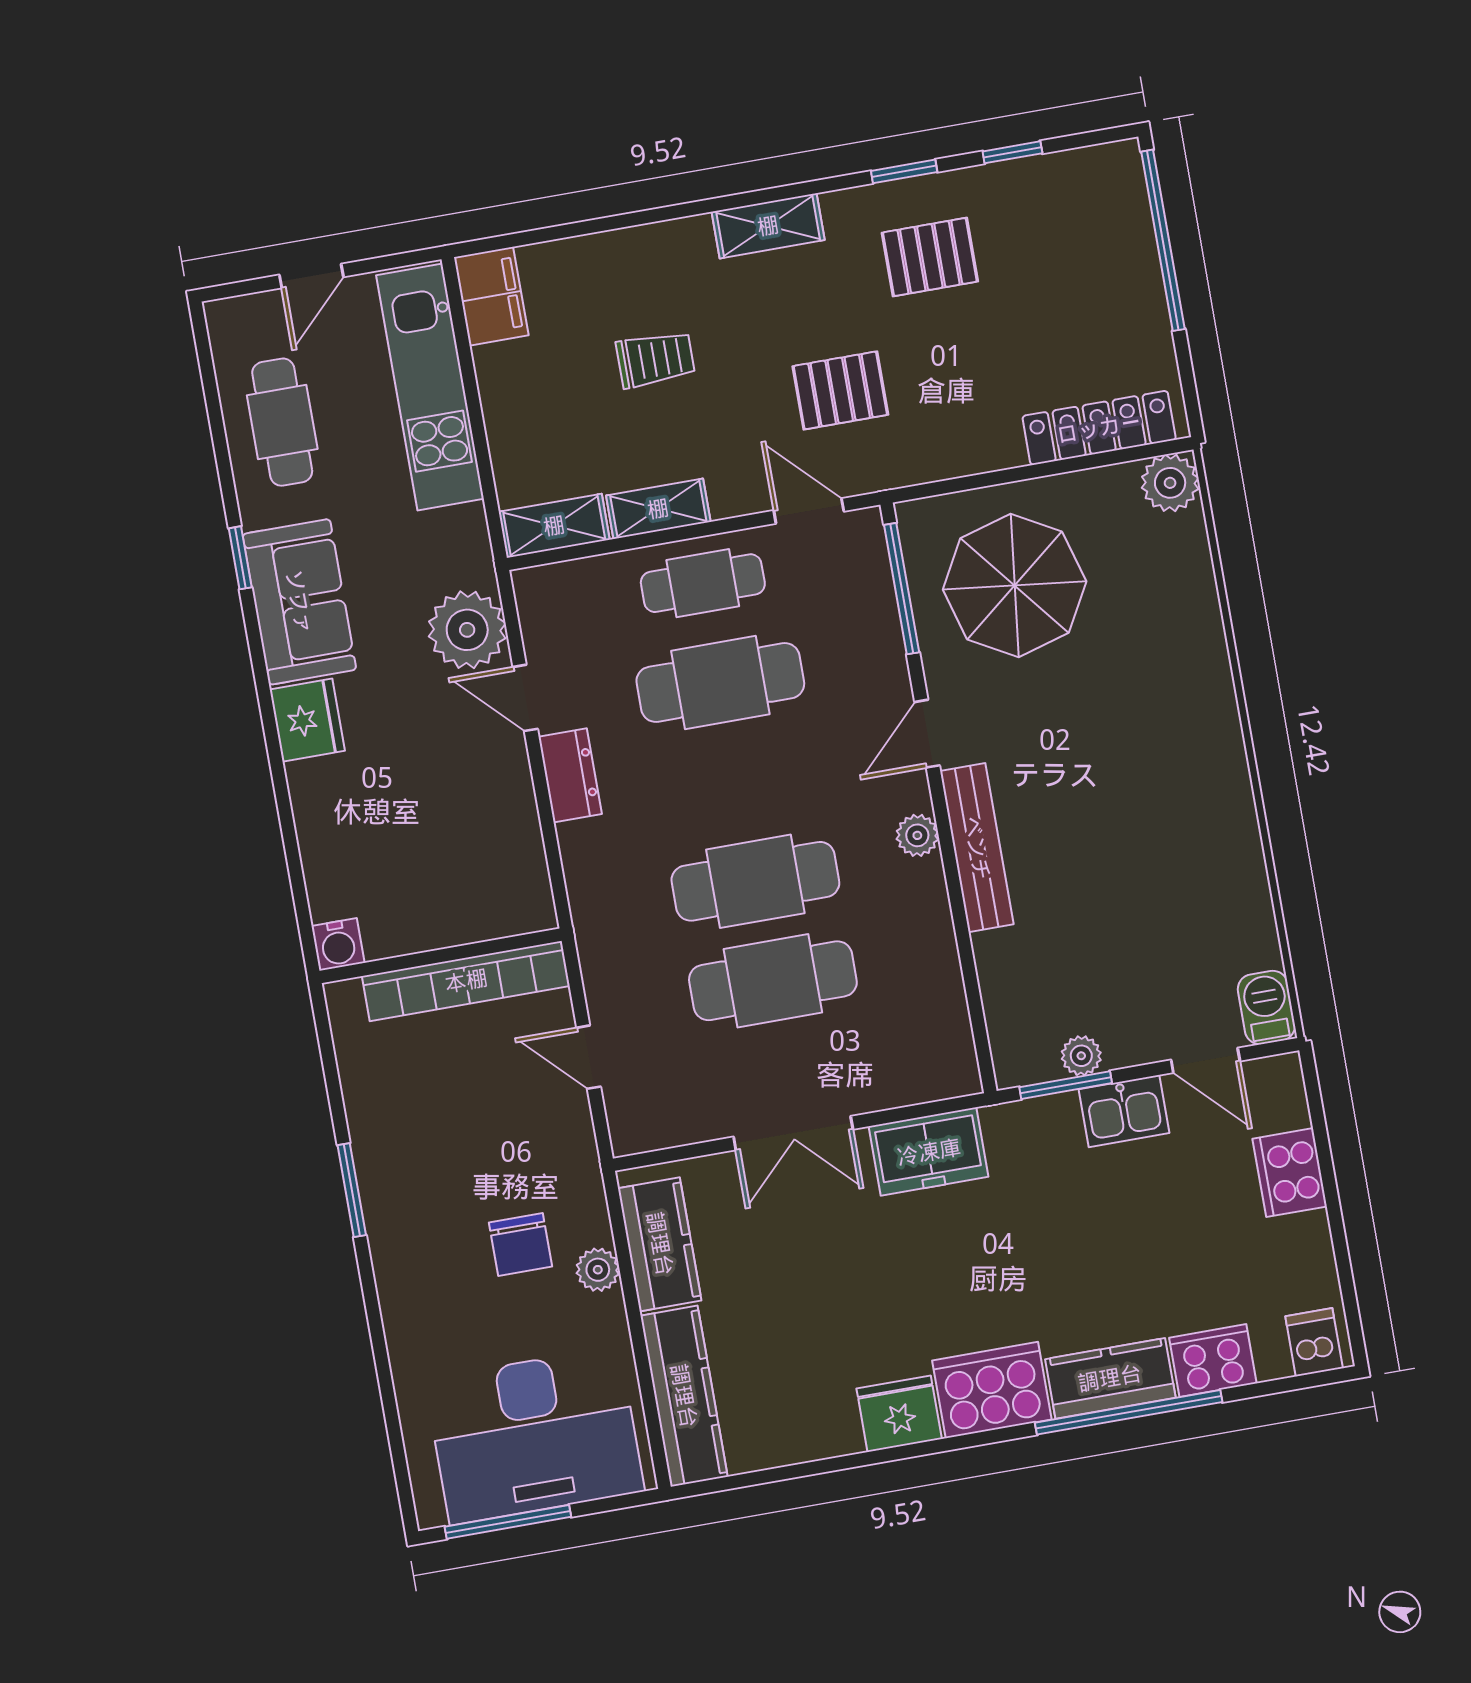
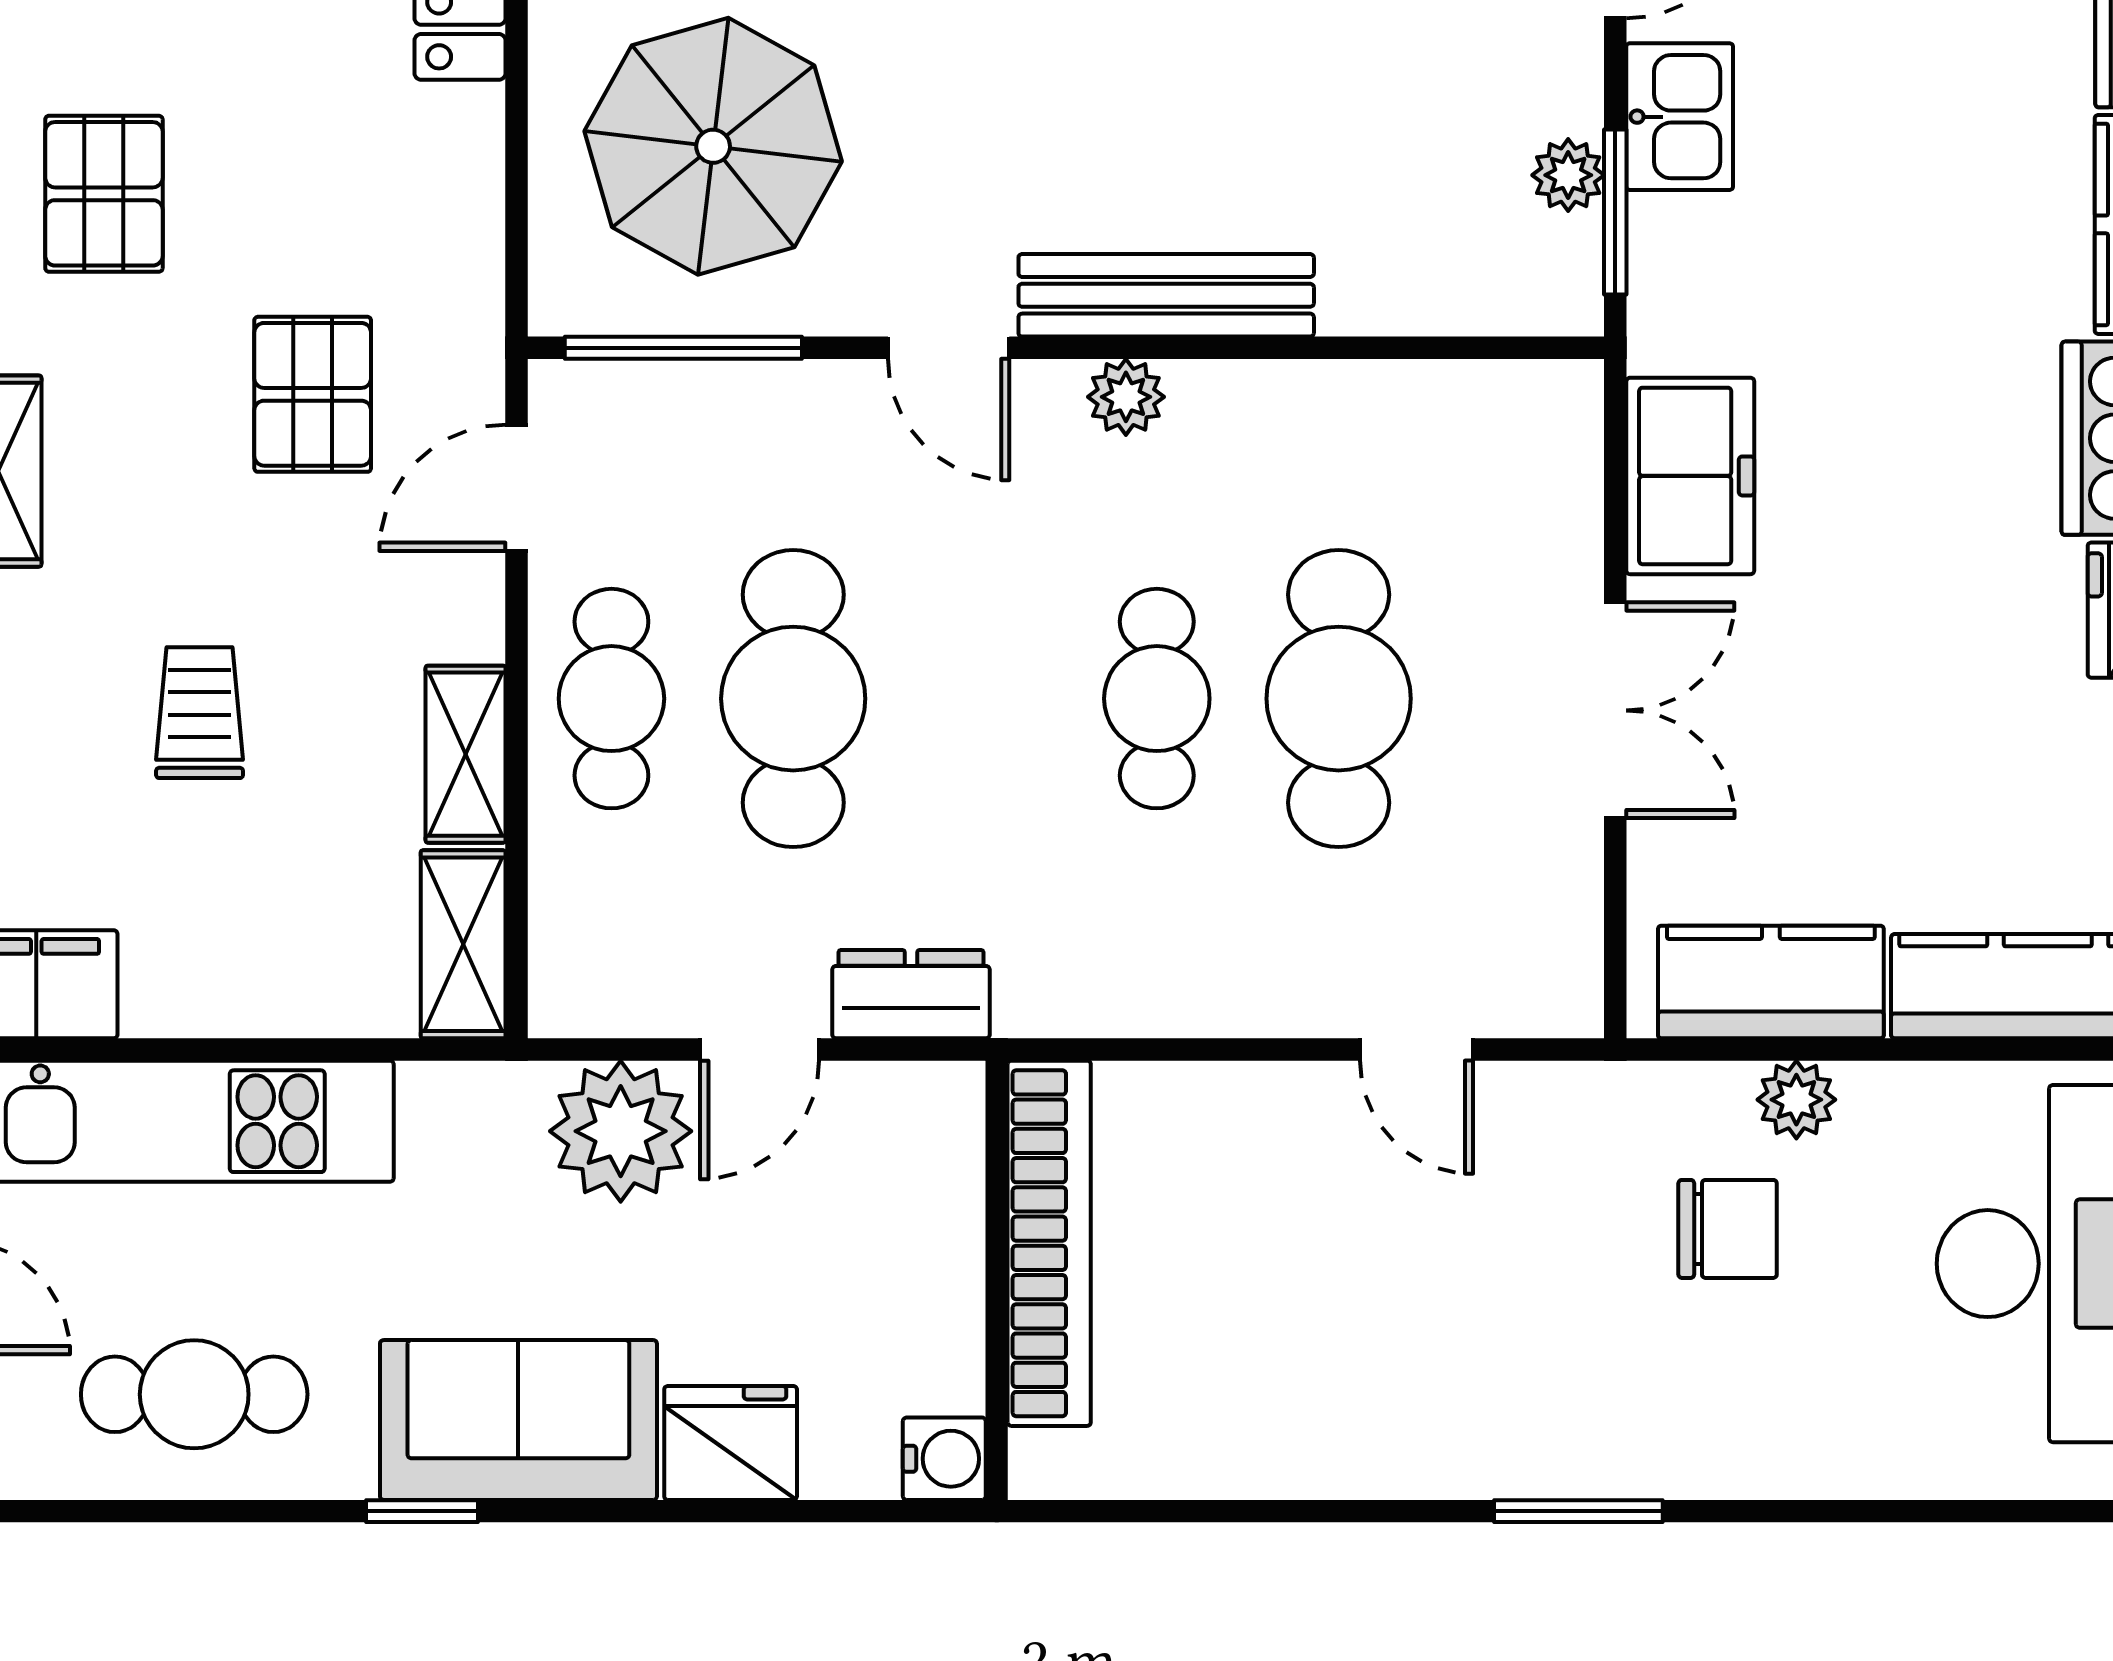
cafe table: (755, 881) -> (1157, 699), width x0.73, depth x0.74
water cooler: (338, 944) -> (944, 1459), moved
wall: (441, 956) -> (997, 1280), moved
bookcase: (466, 981) -> (1049, 1243), moved
door: (589, 1057) -> (1417, 1049), hinge flipped

